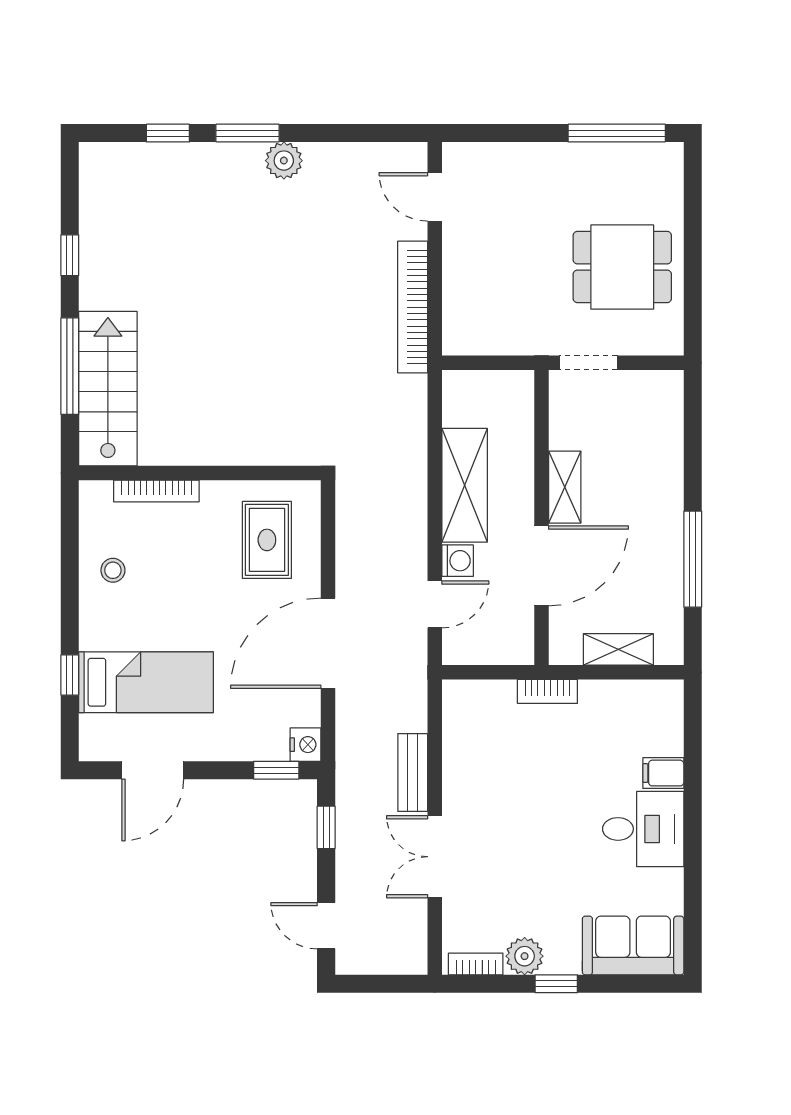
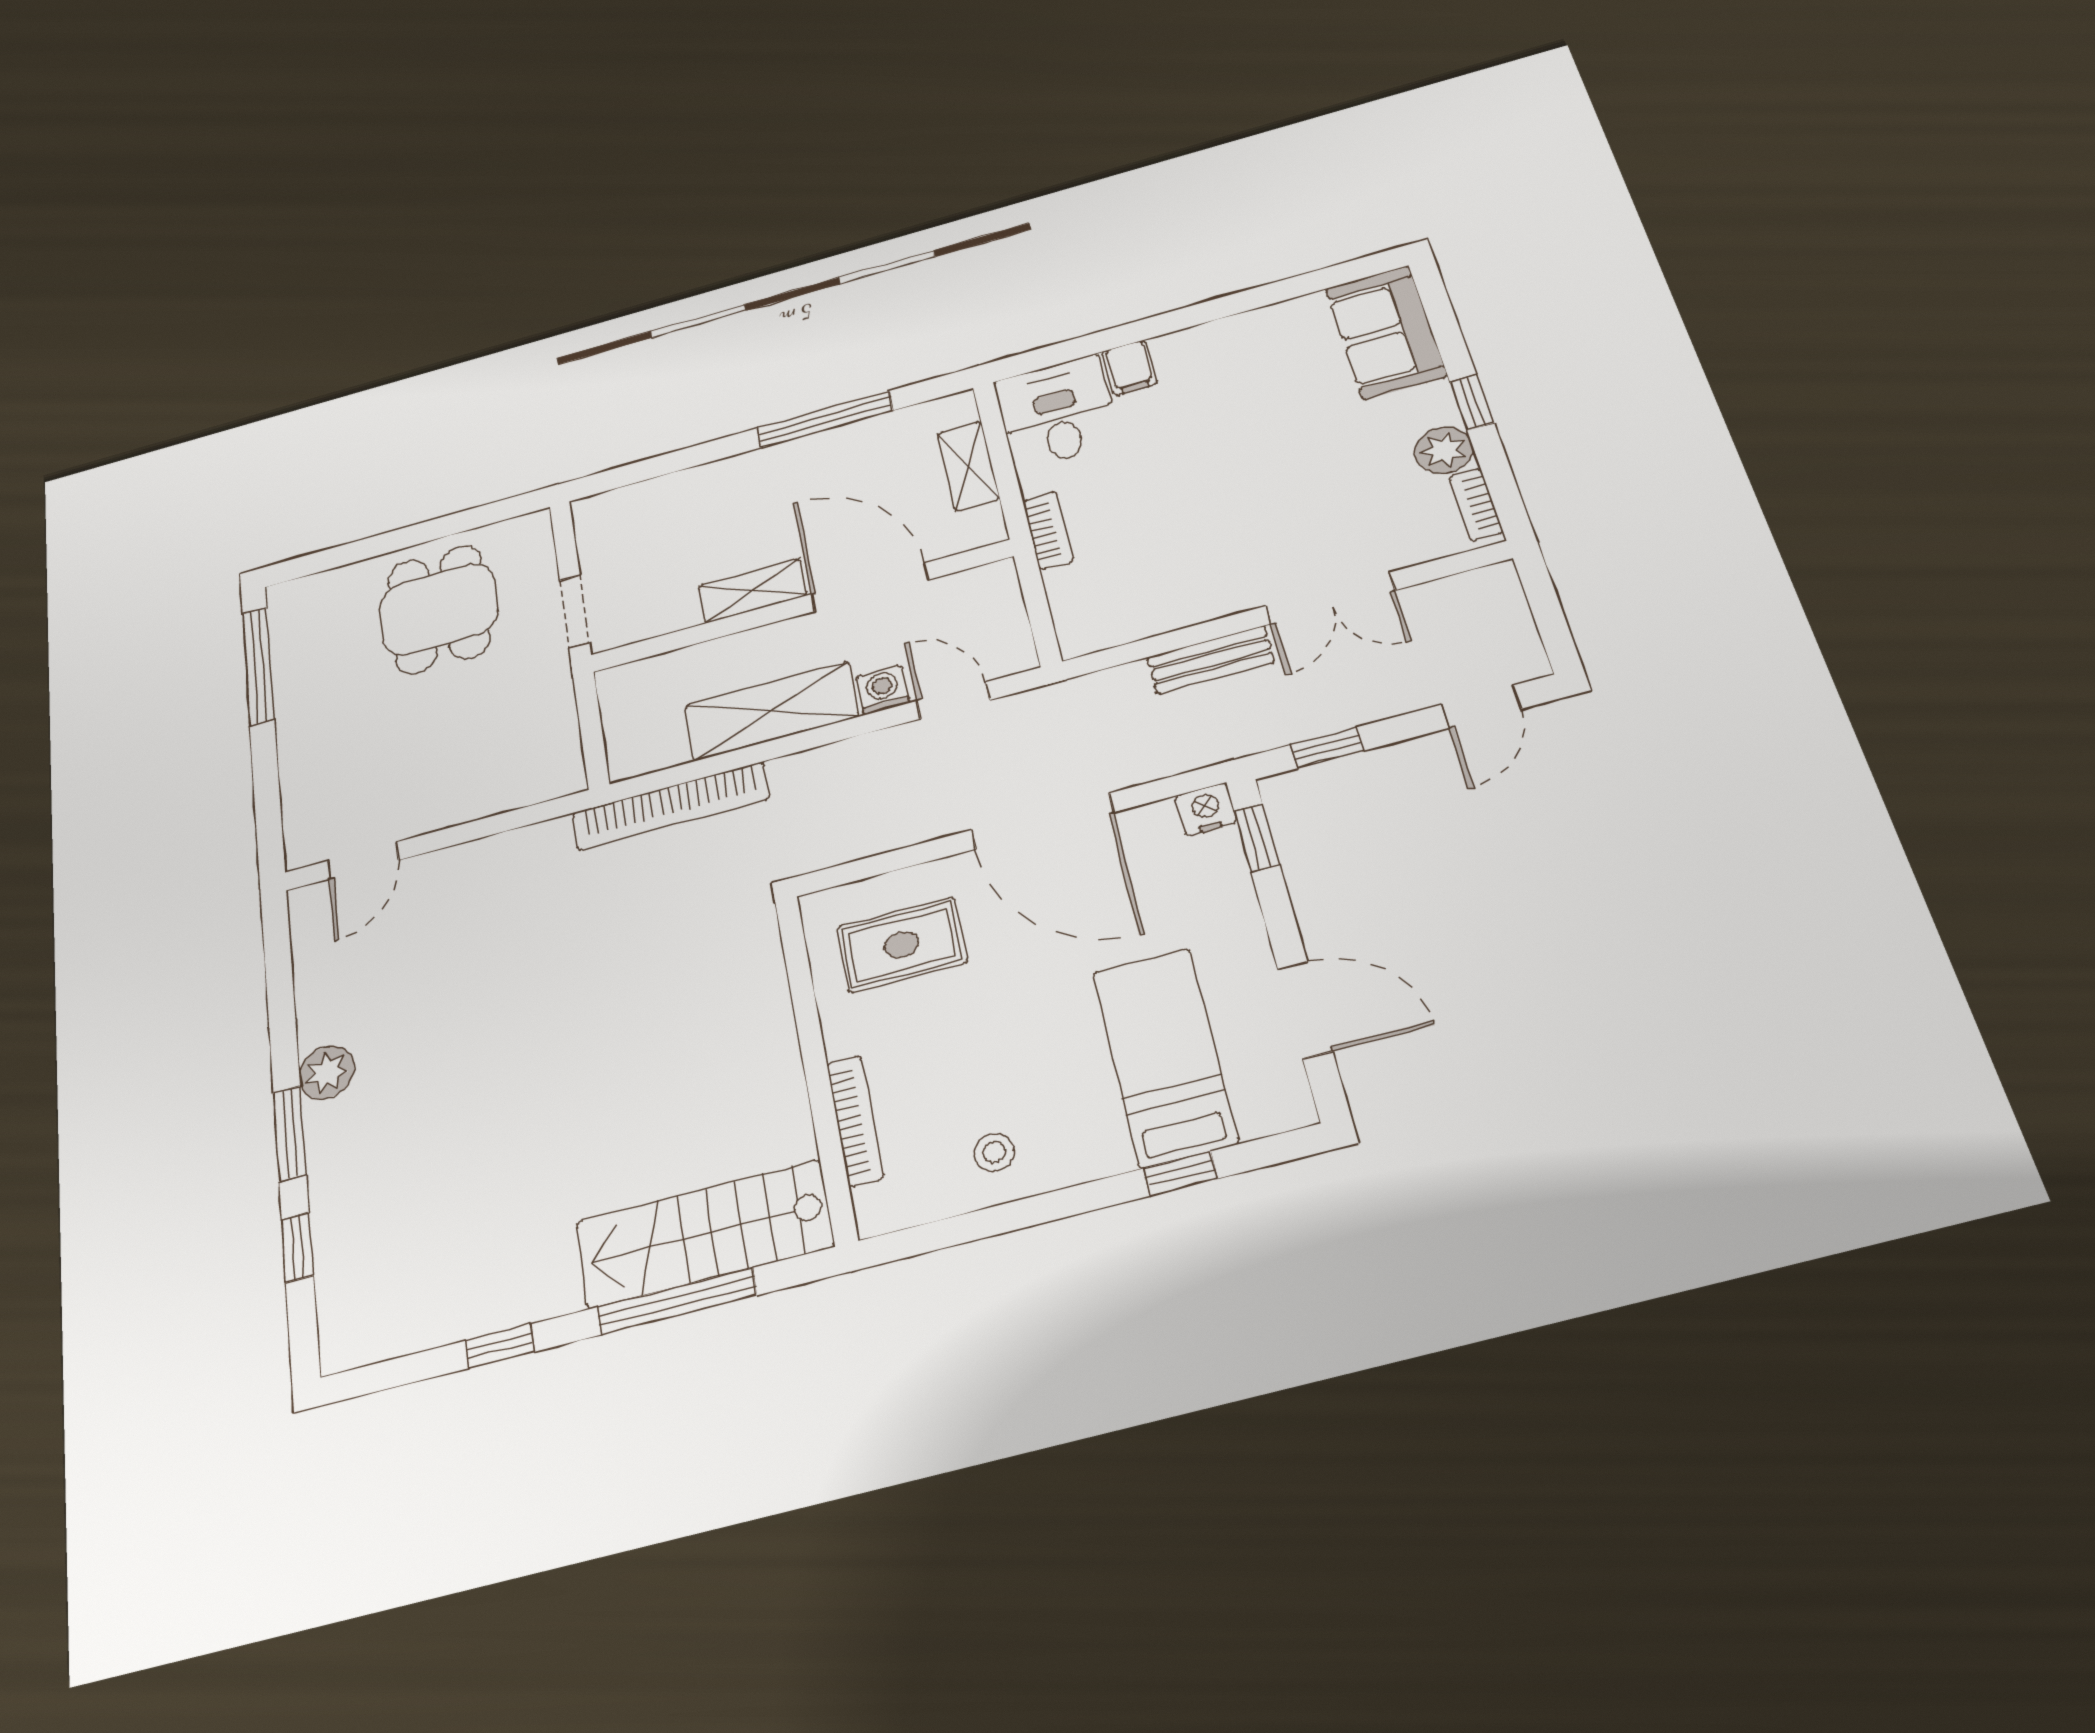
bookcase: (413, 307) -> (671, 806), moved
desk: (643, 829) -> (1057, 412), moved

